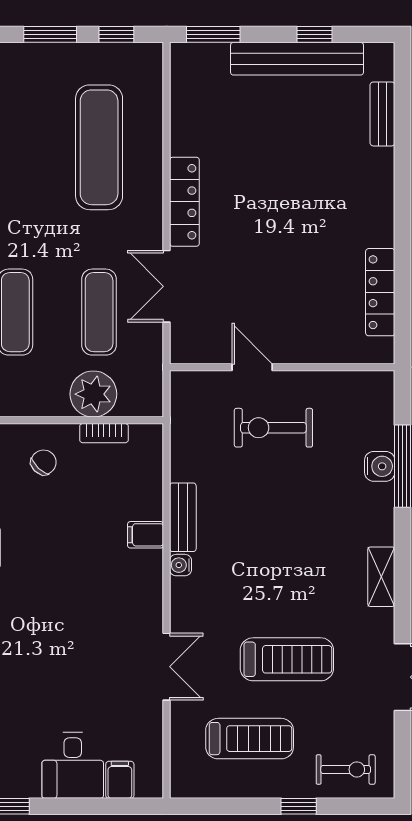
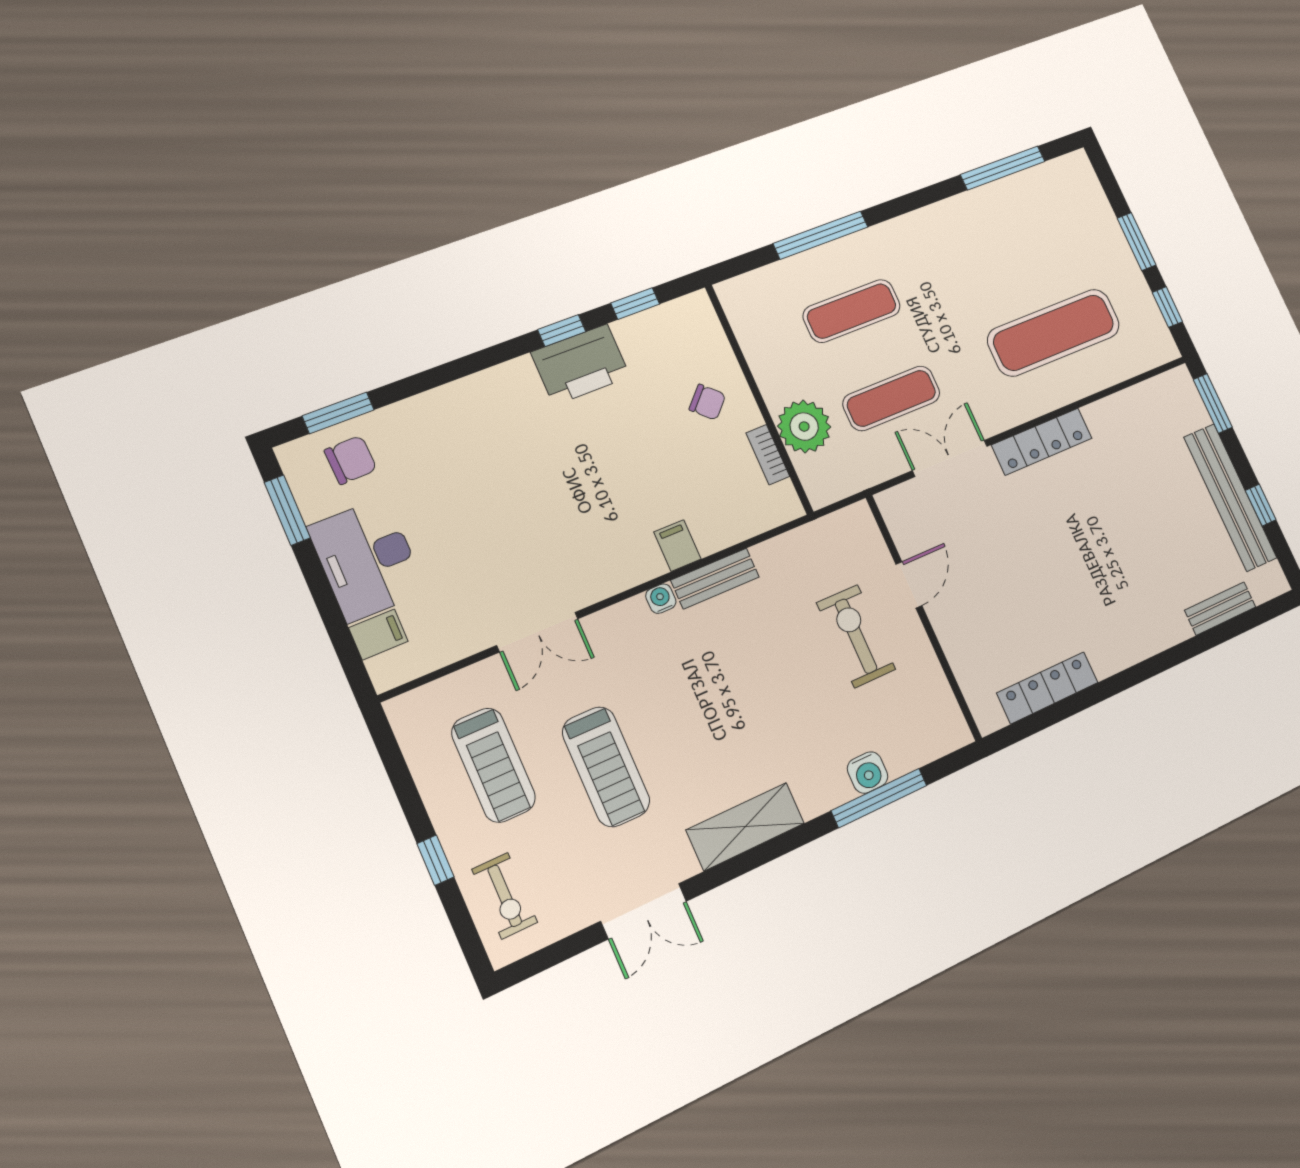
shelving: (381, 577) -> (745, 827), width x1.50, depth x1.33
desk: (73, 765) -> (367, 559), width x1.37

